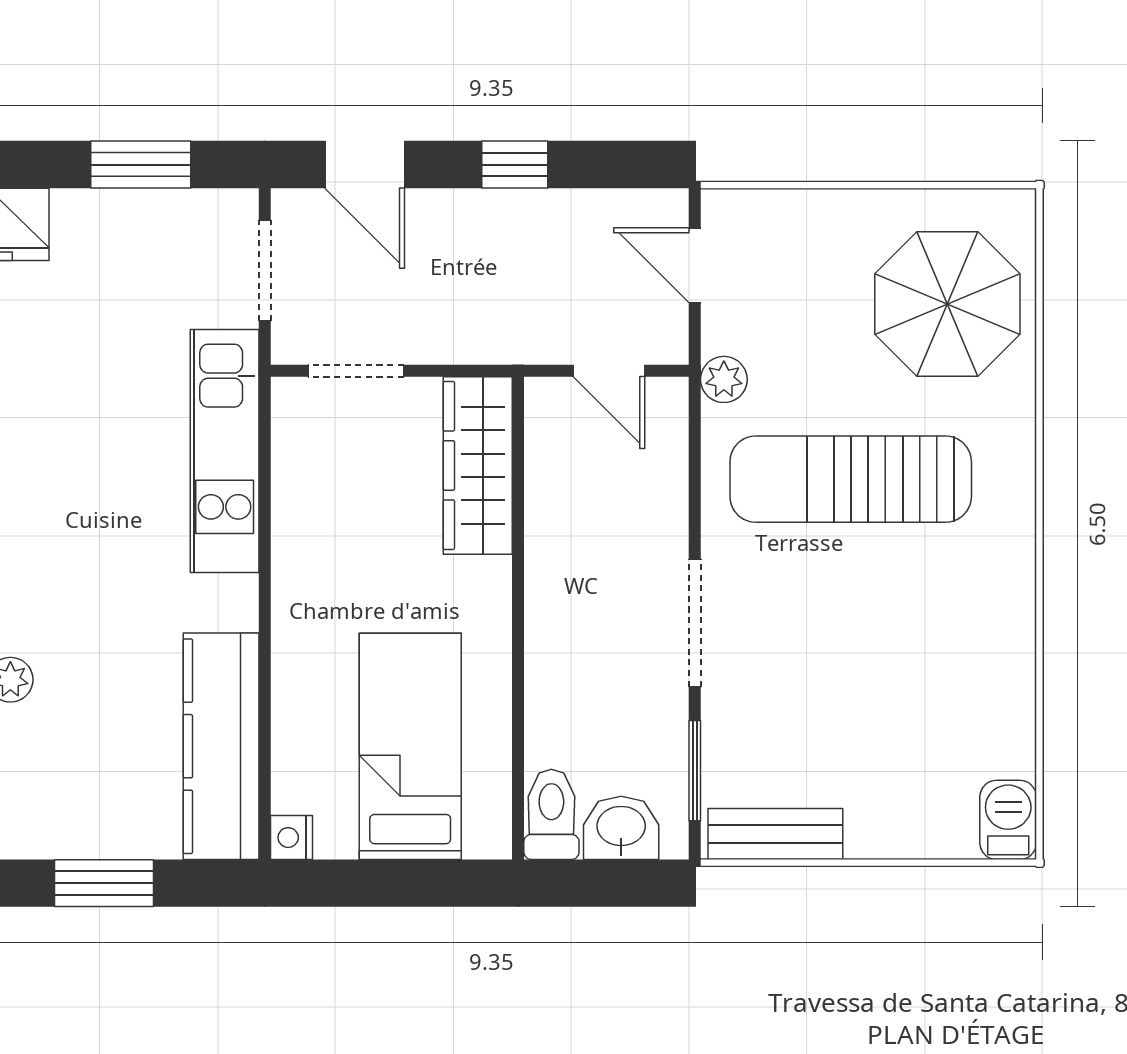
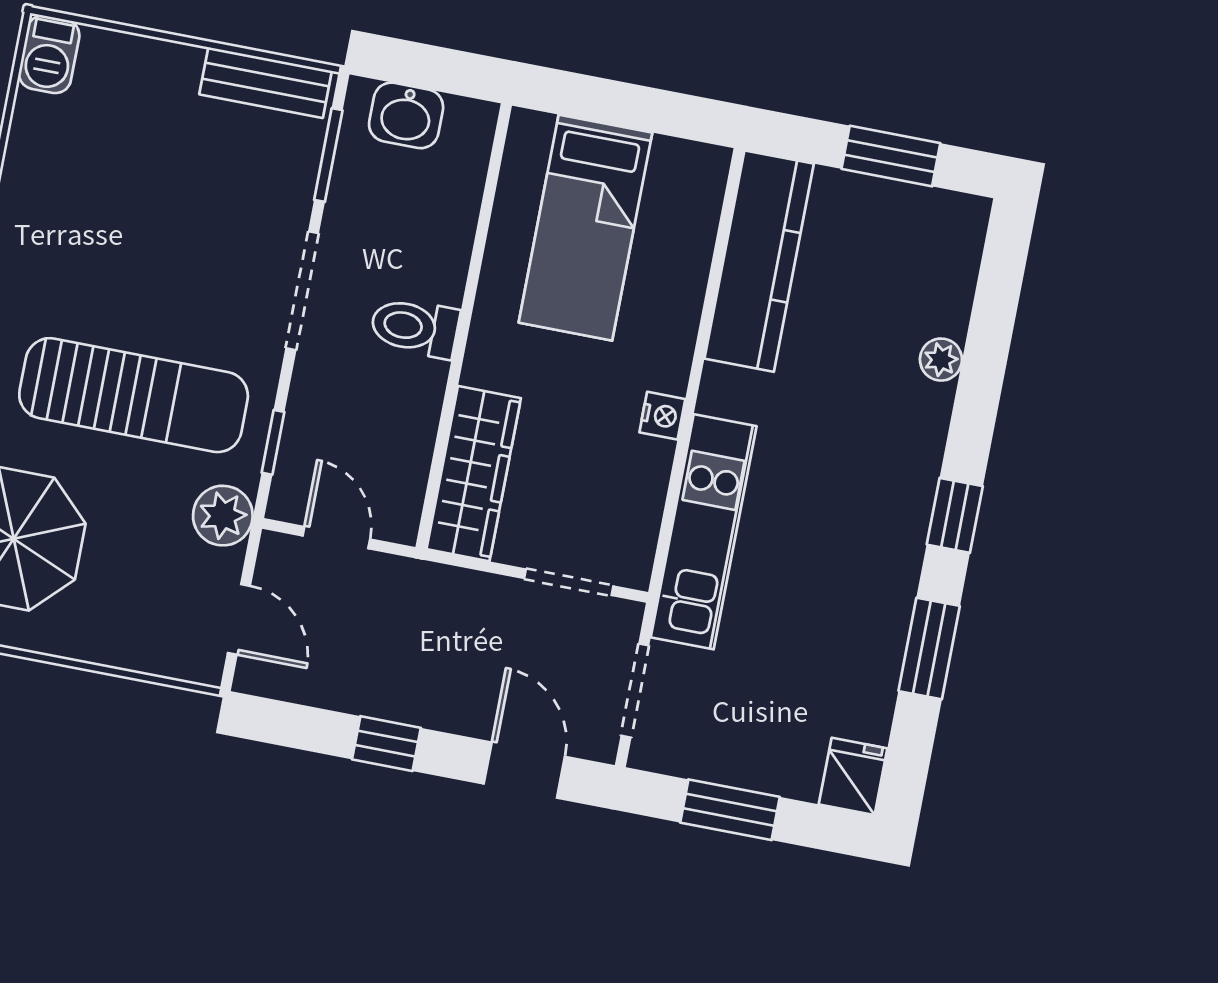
plant: (724, 379) -> (223, 516), width x1.38, depth x1.38
window: (695, 458) -> (273, 442), added
toilet: (551, 814) -> (415, 327), moved, turned 90
nightstand: (291, 838) -> (662, 416), moved

